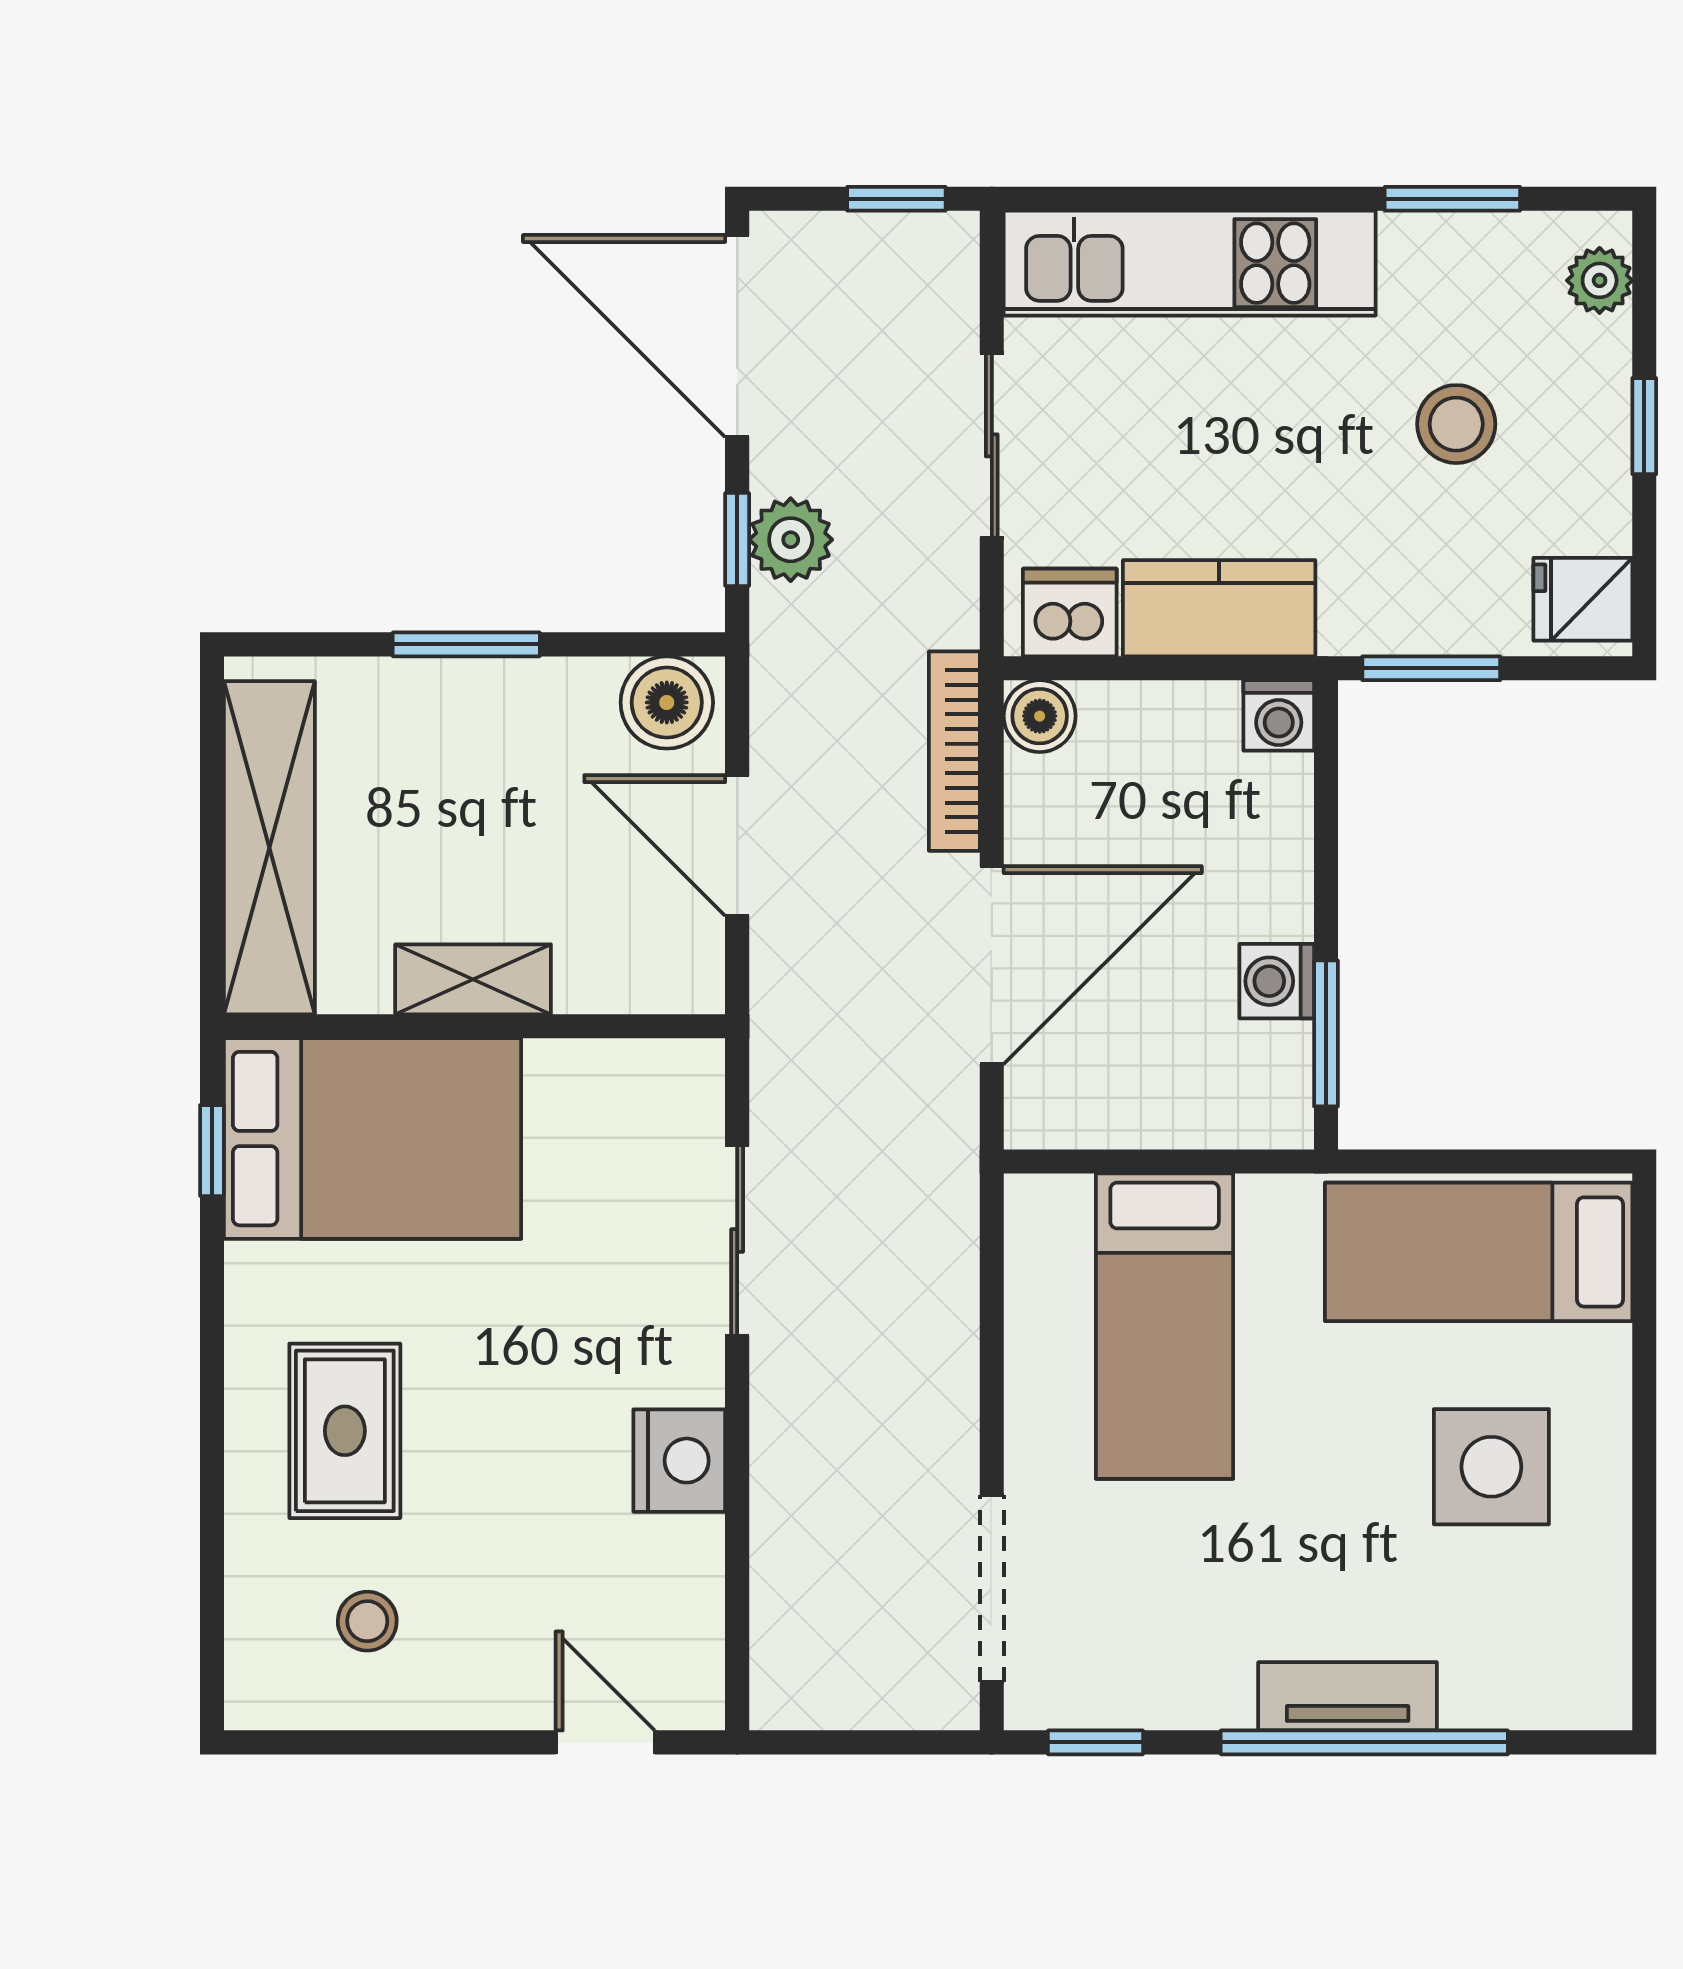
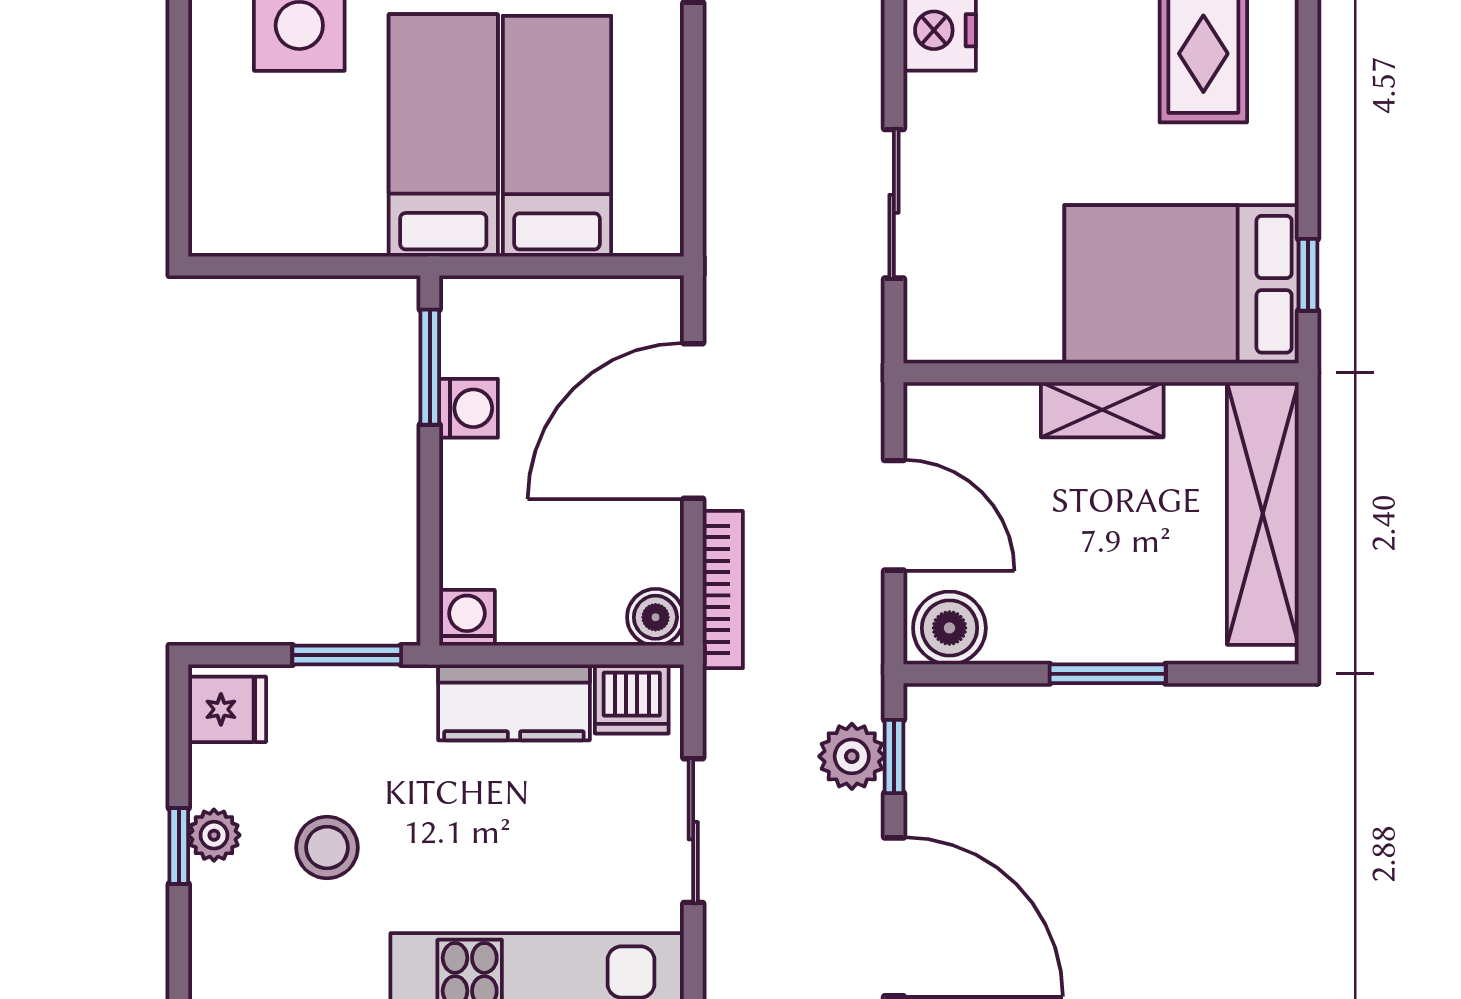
plant: (1600, 280) -> (214, 835), moved
bed: (1479, 1252) -> (443, 135), moved, turned -90

